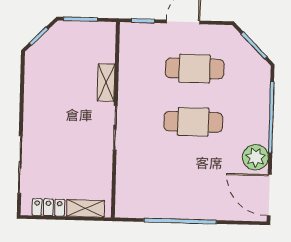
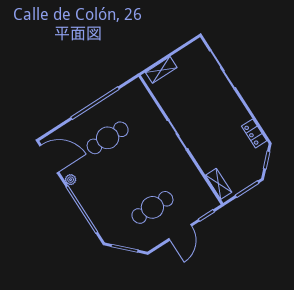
shelving: (106, 83) -> (219, 184), moved
cafe table: (193, 122) -> (108, 138), moved
plant: (256, 157) -> (71, 180), width x0.53, depth x0.53
locker: (48, 207) -> (254, 133), moved, turned 90

